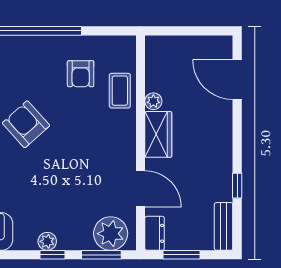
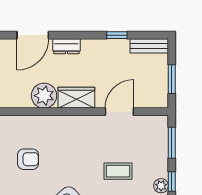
coffee table: (120, 91) -> (118, 171), moved
plant: (153, 101) -> (44, 96), width x1.88, depth x1.88
dresser: (155, 233) -> (66, 46), moved, turned 180
plant: (111, 234) -> (155, 135), removed

